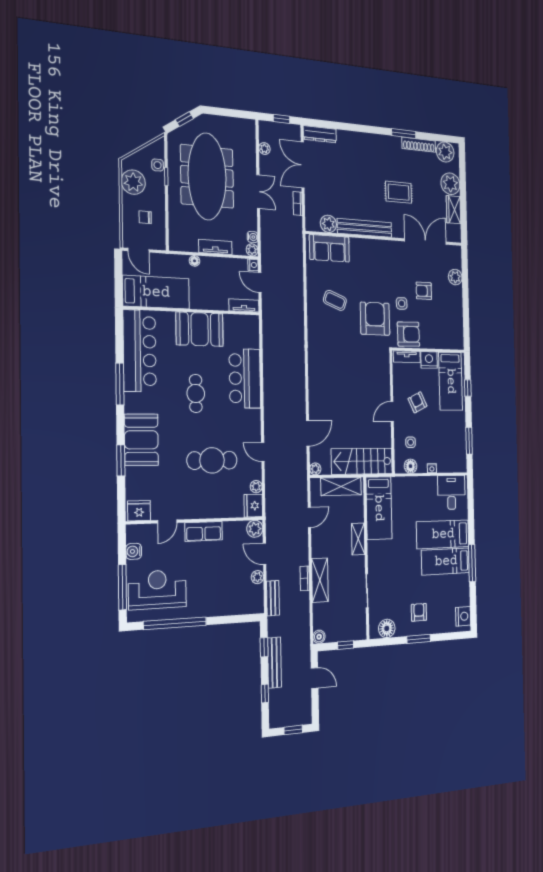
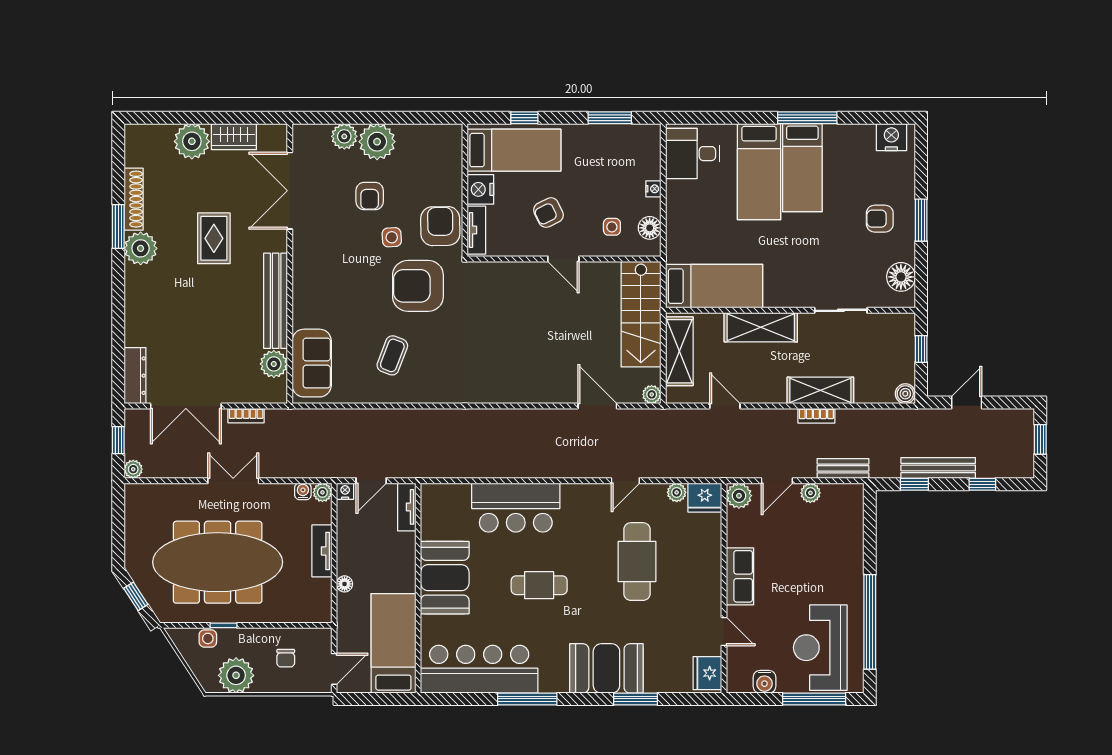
plant: (264, 149) -> (133, 469), moved
plant: (445, 152) -> (141, 248), moved
plant: (453, 297) -> (377, 142), added
shelving: (358, 539) -> (761, 327), width x1.50, depth x1.33

